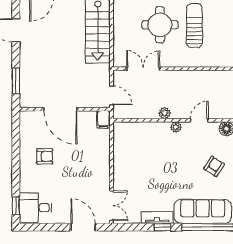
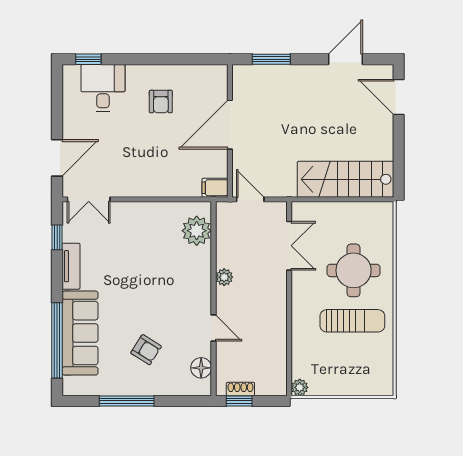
door: (112, 95) -> (250, 199), swing flipped
plant: (176, 127) -> (197, 231), moved, width x1.87, depth x1.87
desk: (36, 208) -> (103, 88), moved
window: (162, 227) -> (57, 237), moved

